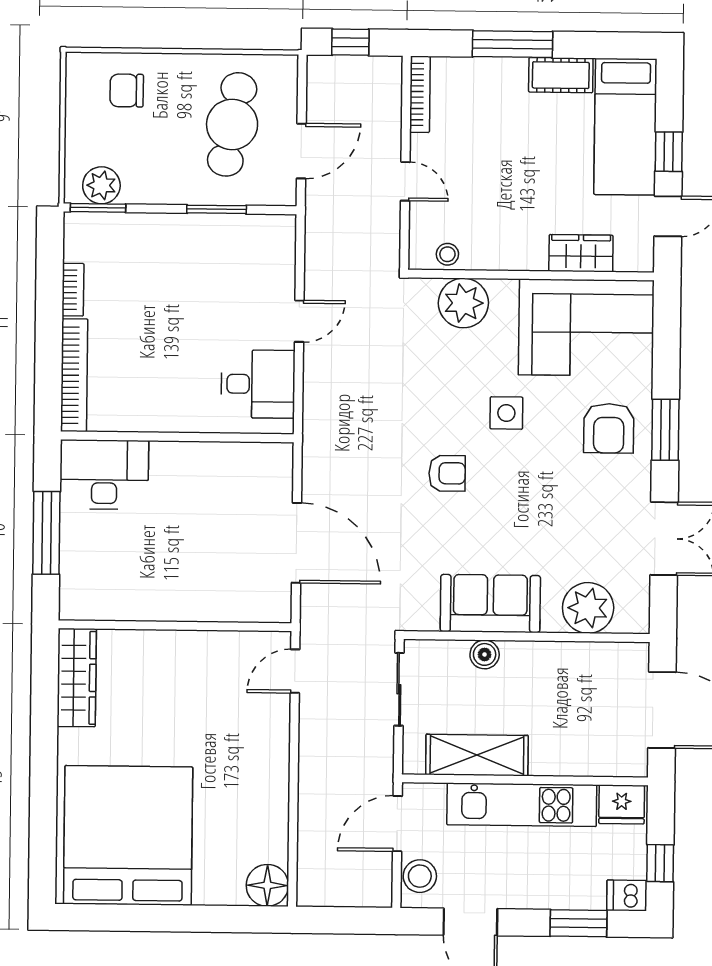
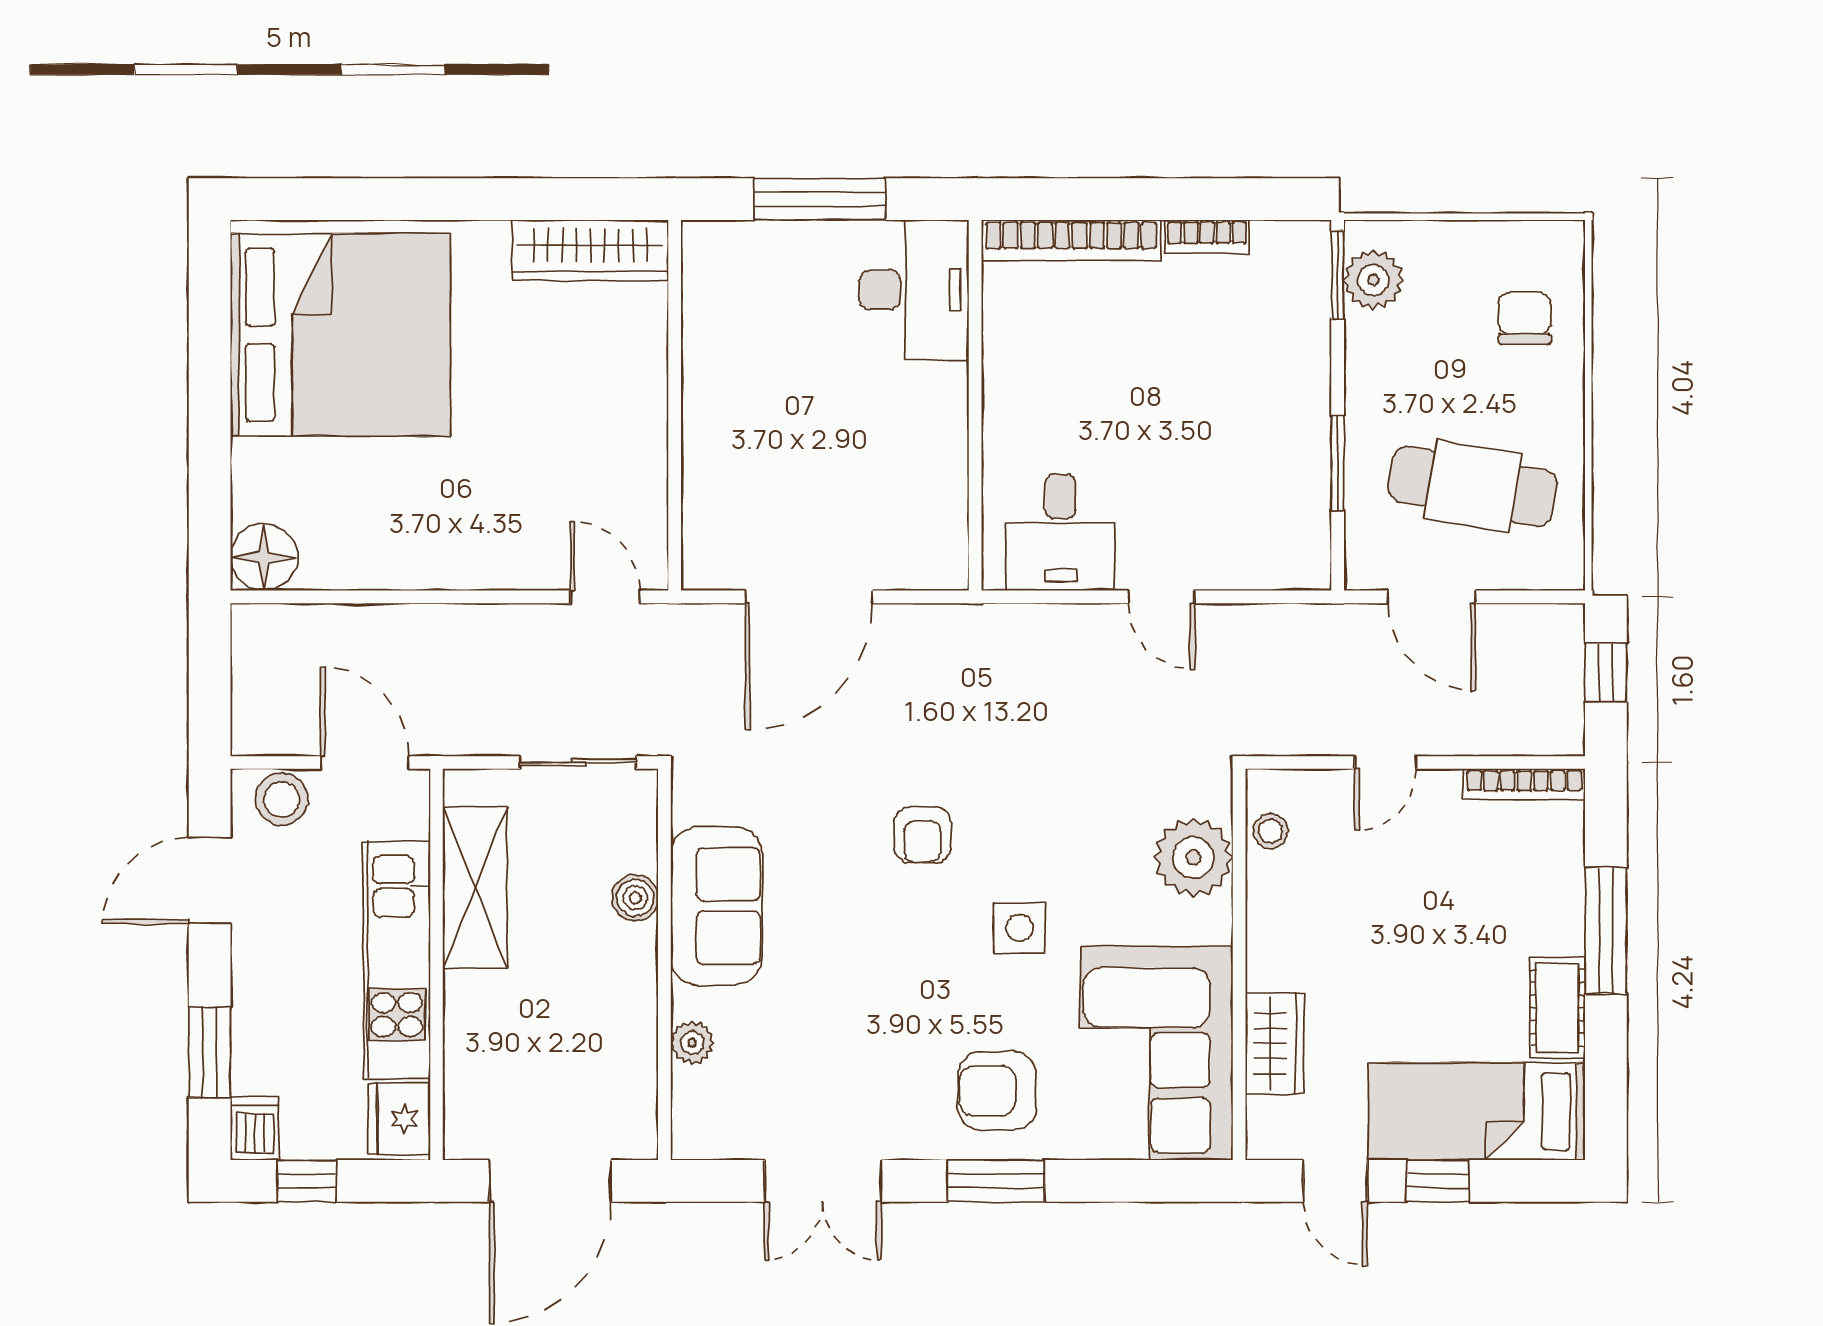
plant: (588, 608) -> (692, 1043), width x0.53, depth x0.53

